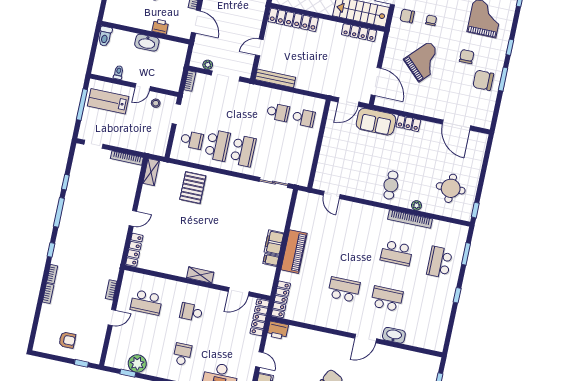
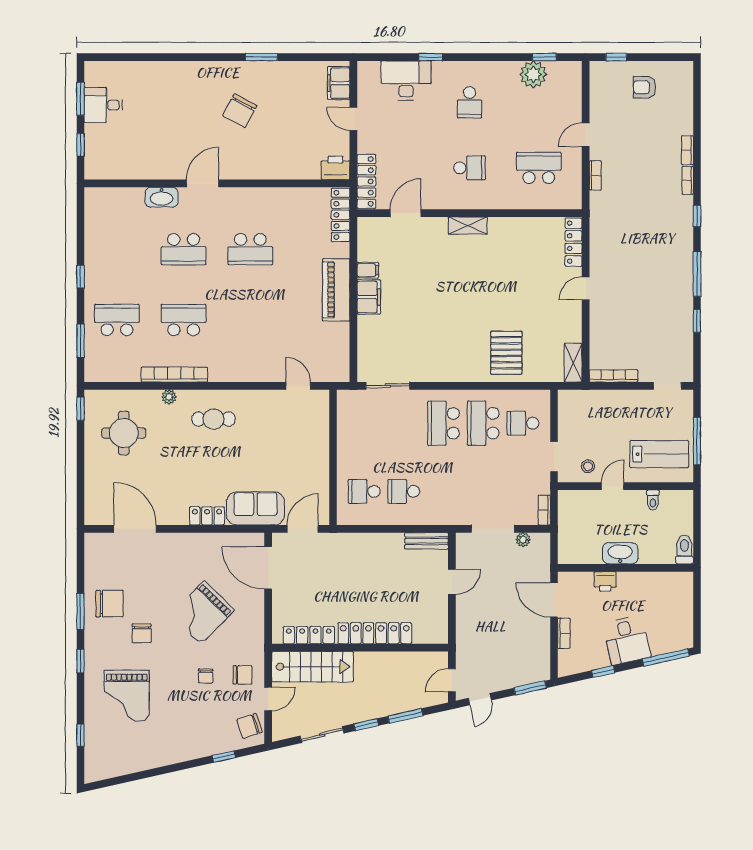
locker: (293, 20) -> (375, 633), moved
bench: (275, 78) -> (426, 541), width x0.73
cafe table: (391, 185) -> (213, 419), turned 90
school desk: (440, 262) -> (117, 320), turned -90

